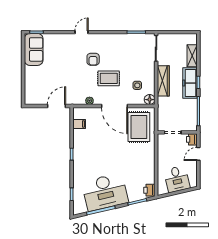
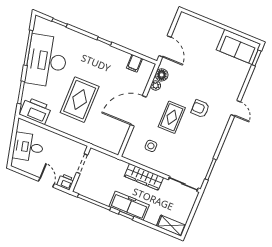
shelving: (192, 56) -> (171, 226), moved
floor lamp: (150, 100) -> (162, 75), moved
rug: (139, 127) -> (80, 100), moved, turned 90
printer: (149, 190) -> (36, 111), width x1.87, depth x1.48

